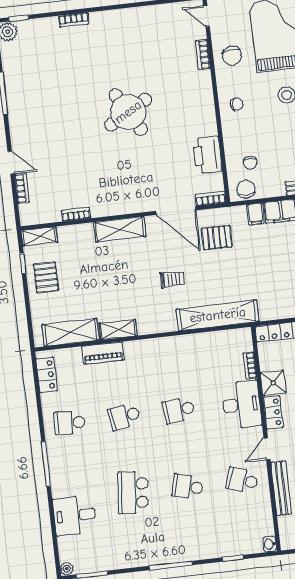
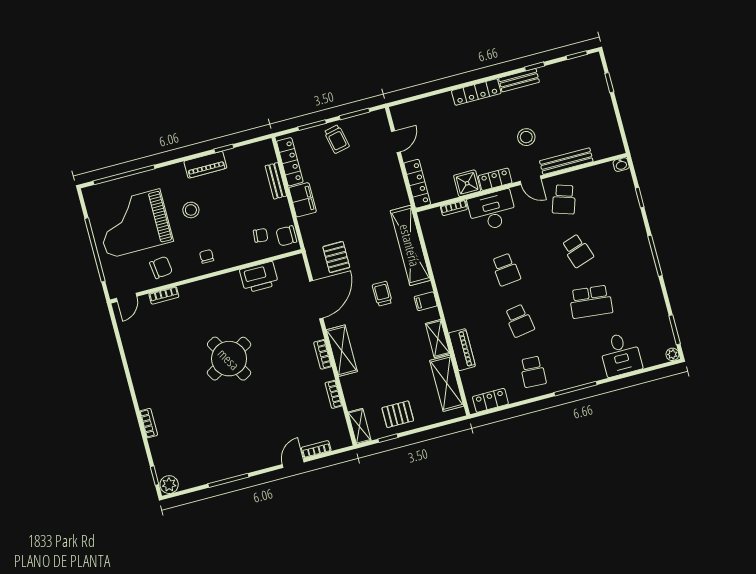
bookcase: (210, 198) -> (323, 354), moved
filing cabinet: (255, 214) -> (426, 301), moved, turned 180
school desk: (188, 486) -> (577, 251), turned -33

